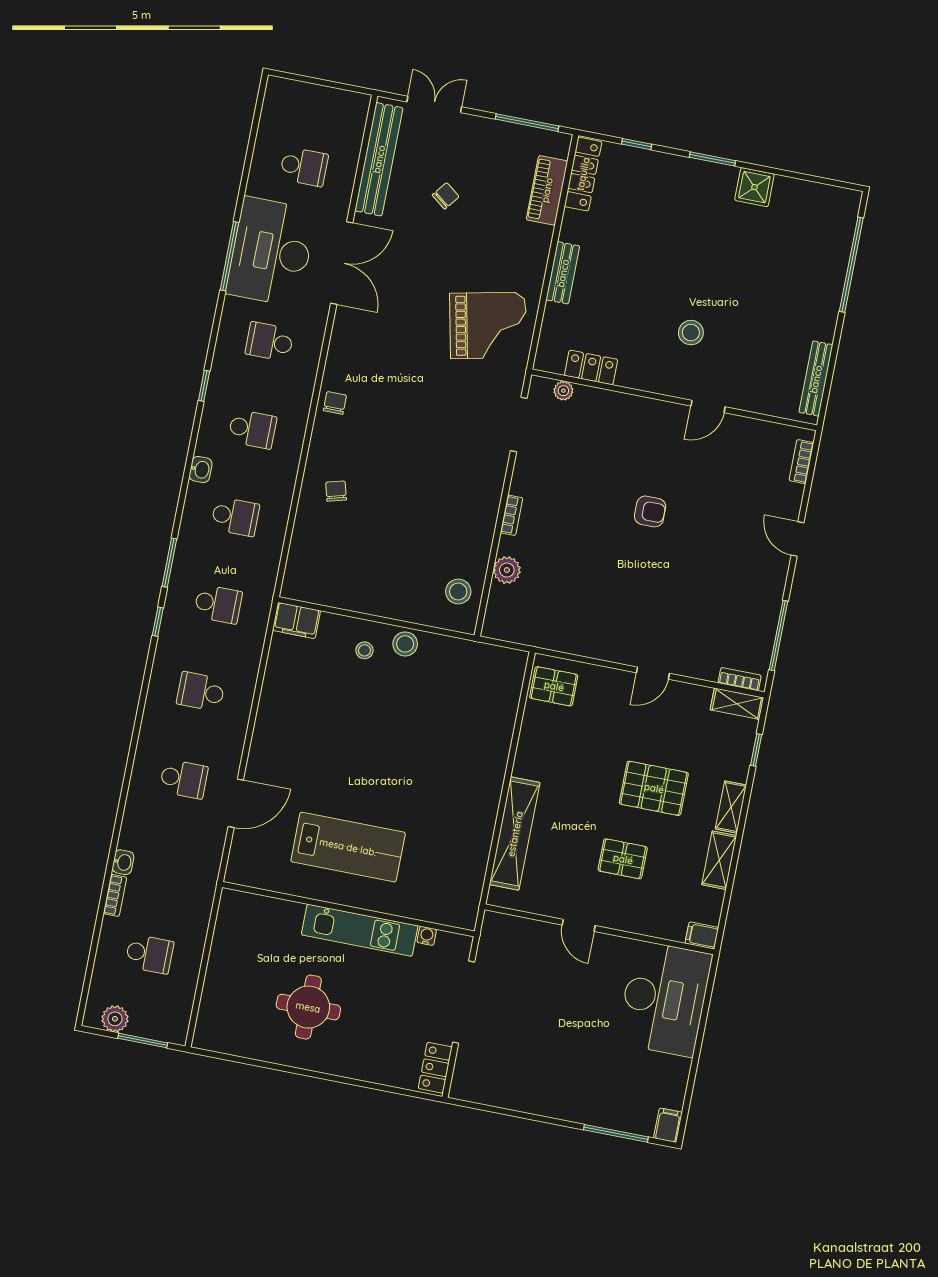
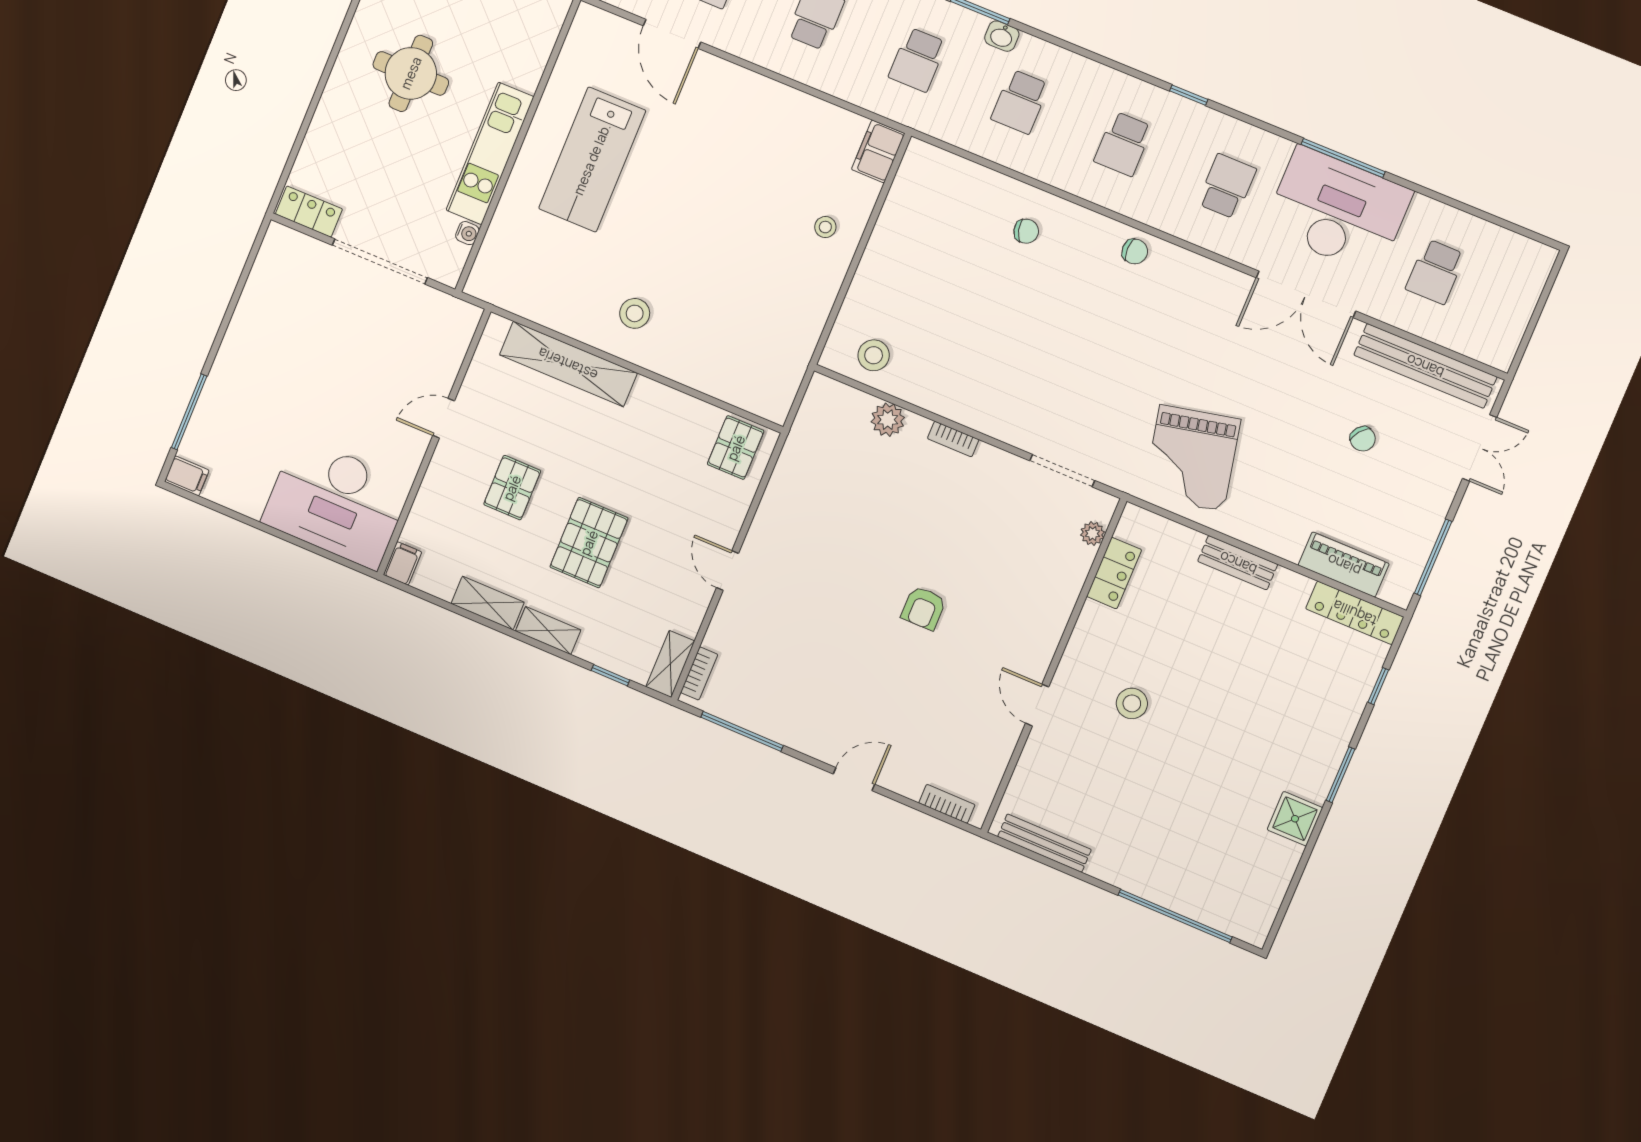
washbasin: (201, 469) -> (1002, 36), moved
stool: (405, 644) -> (635, 313), moved

